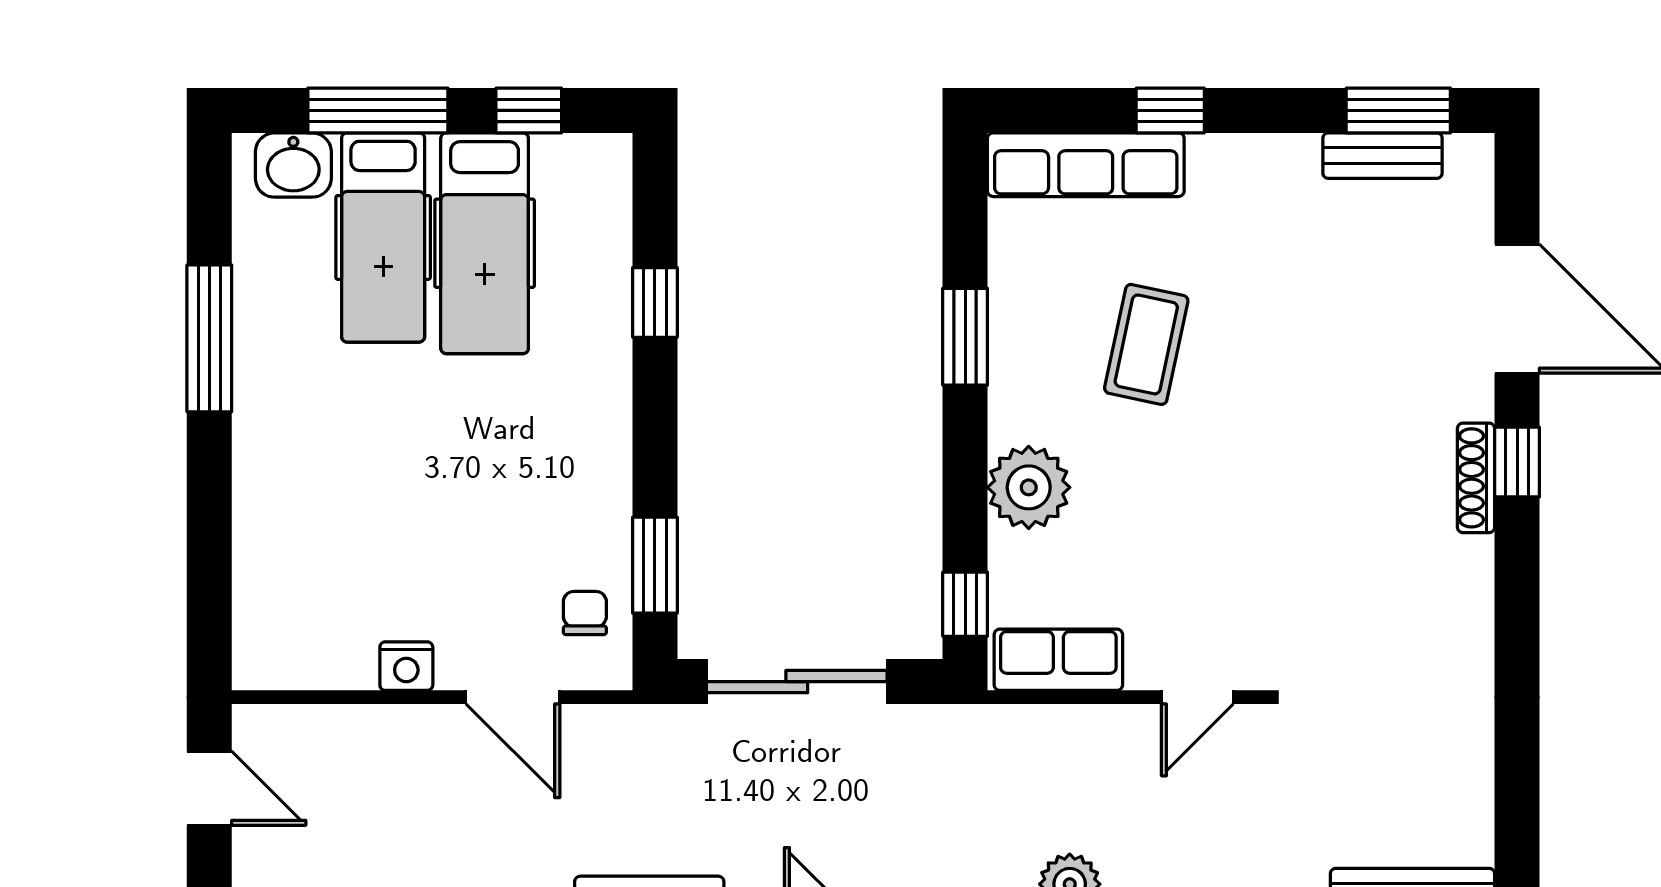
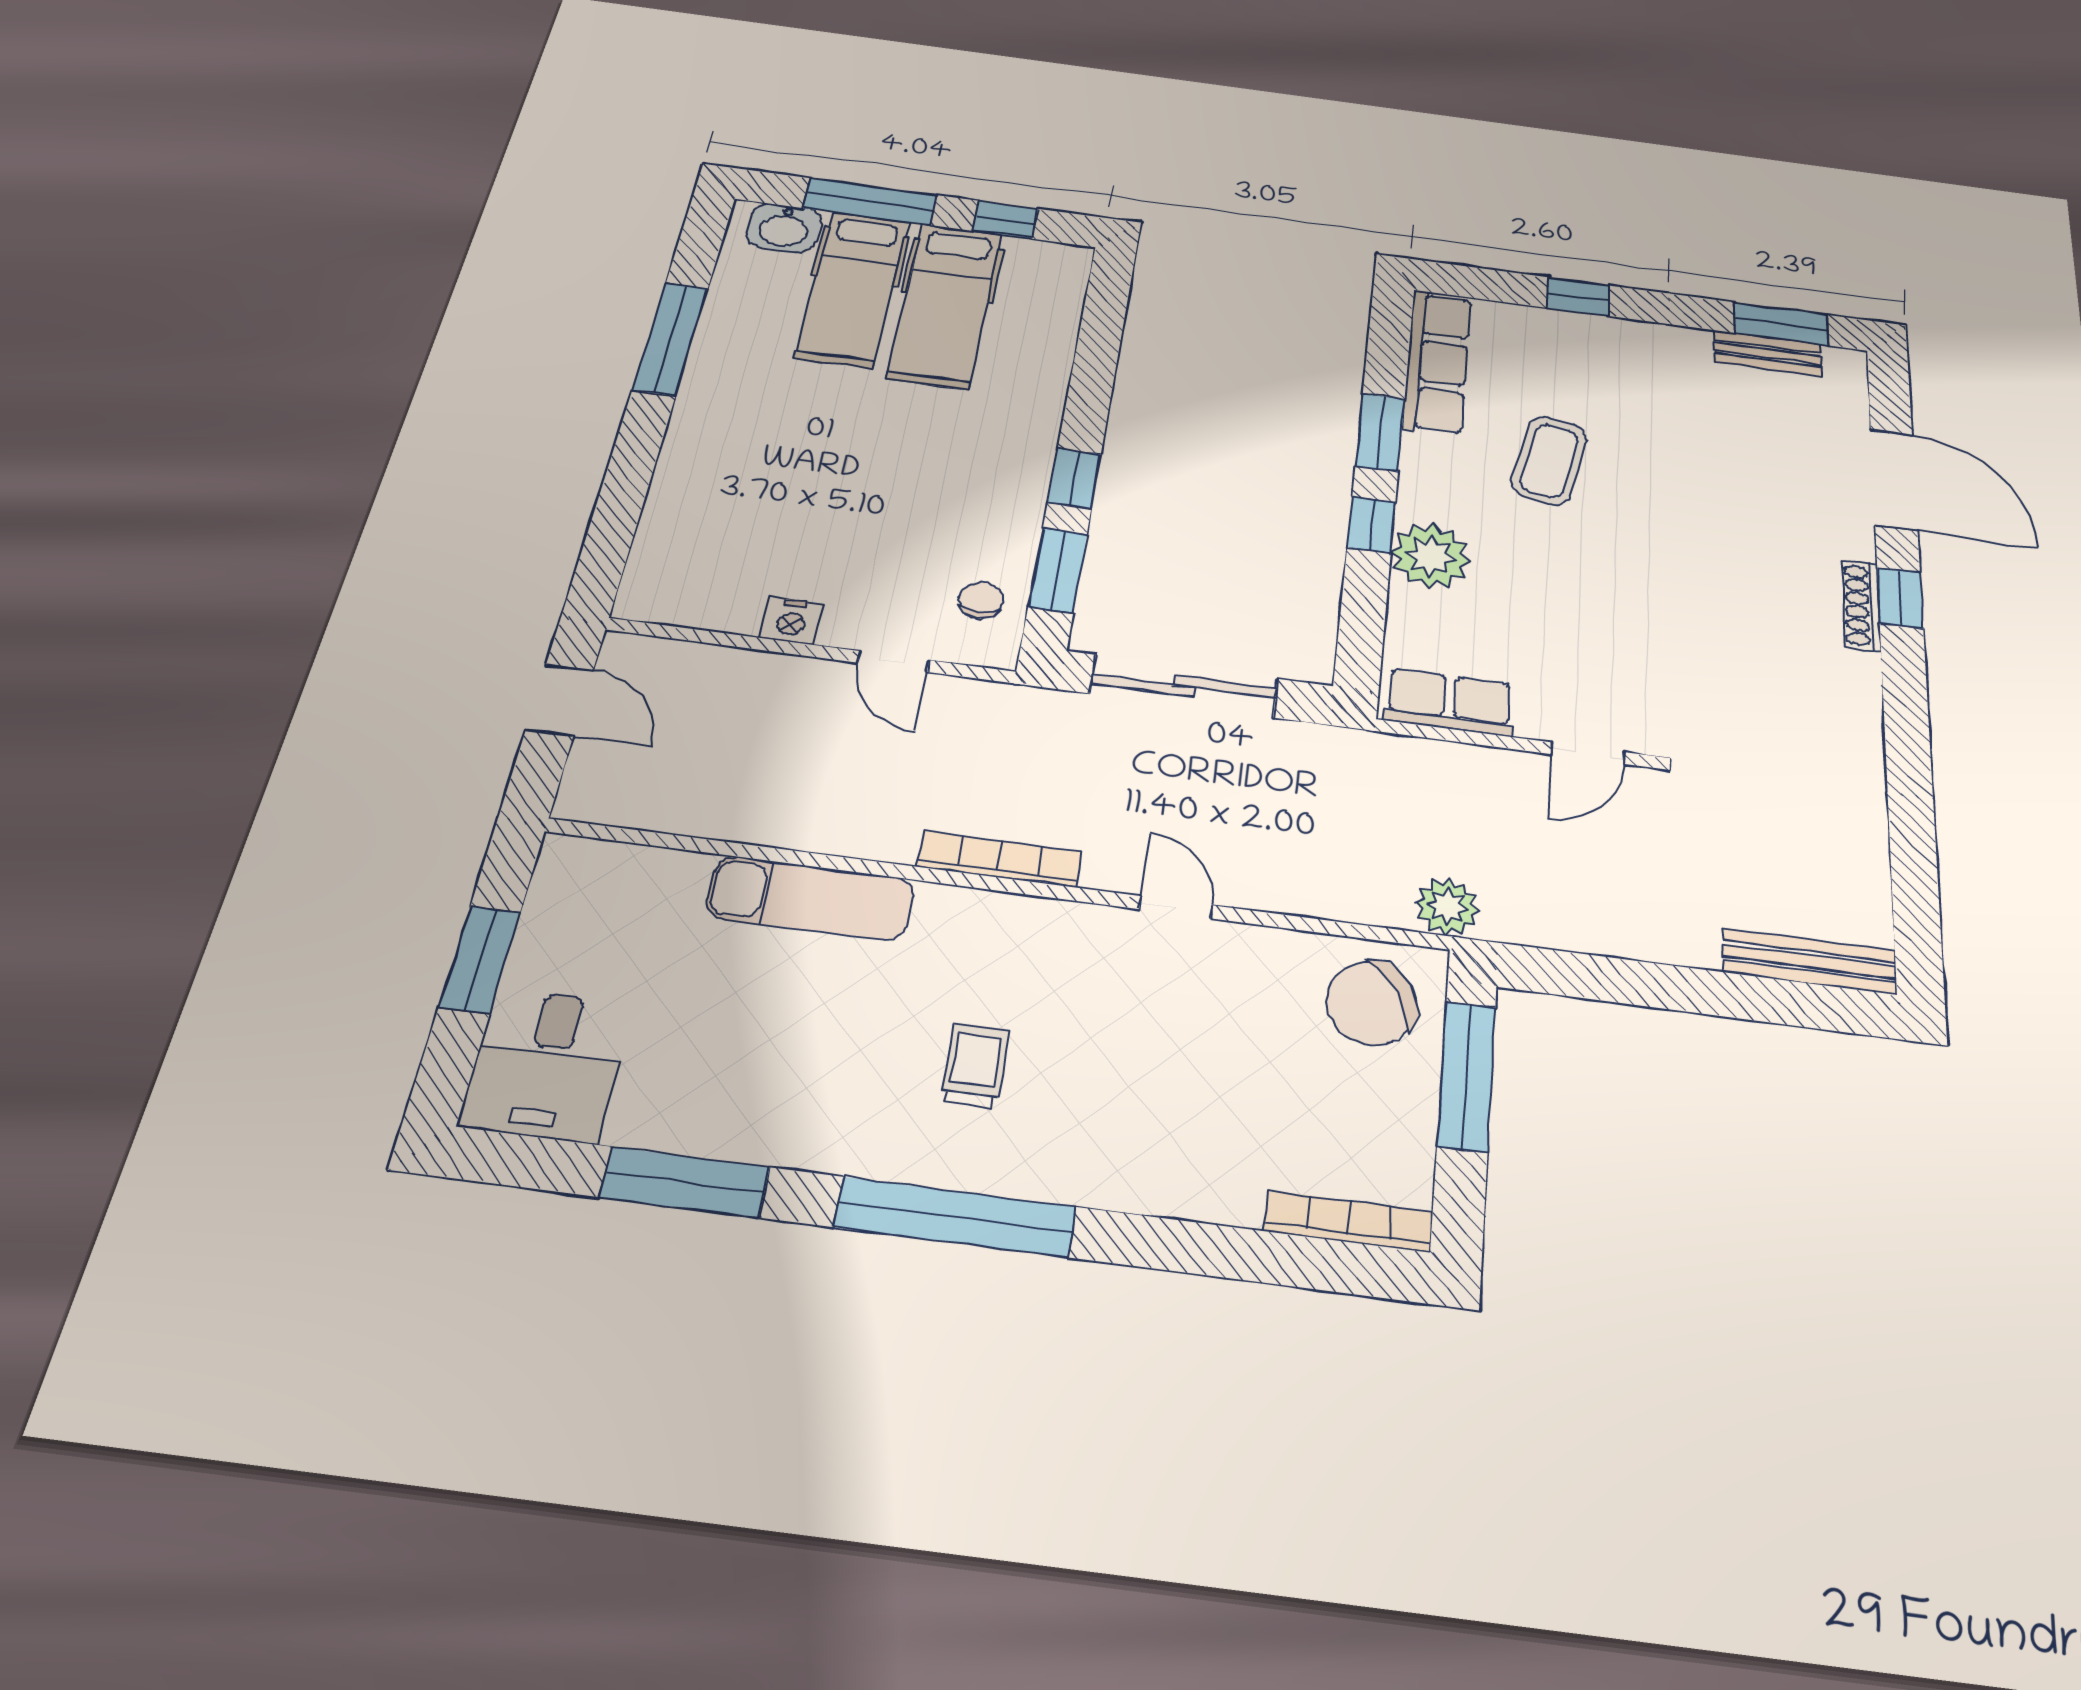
row of seats: (1086, 165) -> (1437, 362), moved, turned -90
window: (655, 302) -> (1074, 478), moved
window: (965, 604) -> (1371, 525), moved
door: (513, 697) -> (893, 662), width x0.73

